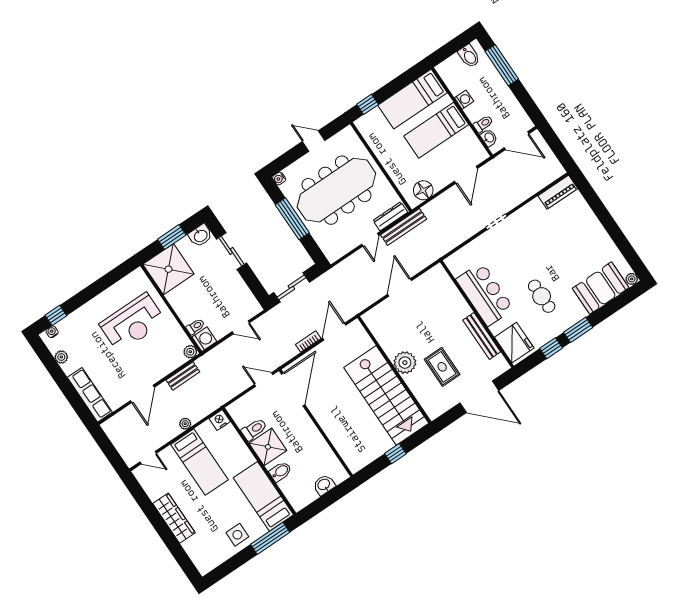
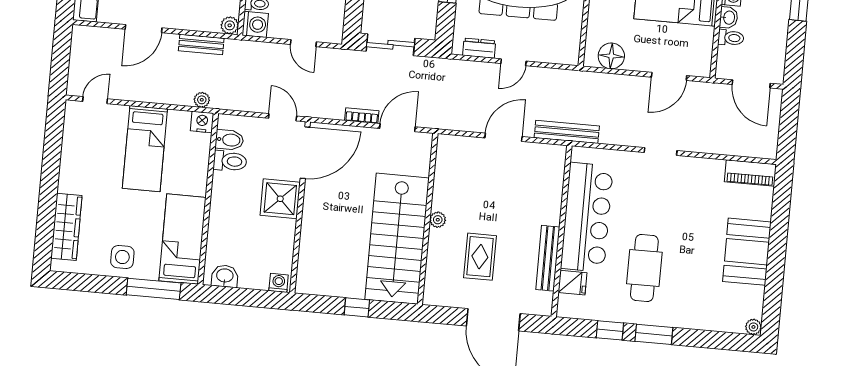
washbasin: (489, 138) -> (729, 18), moved
dresser: (390, 216) -> (479, 48), moved, width x0.70
bench: (404, 227) -> (567, 132), moved
booth: (601, 288) -> (747, 252), moved, turned 90
bar counter: (485, 294) -> (587, 217), width x1.36
cafe table: (542, 296) -> (644, 268), width x1.37, depth x1.35
fridge: (514, 343) -> (572, 283), width x0.53, depth x0.75
plant: (405, 363) -> (438, 220), width x0.53, depth x0.53
plant: (185, 424) -> (202, 100), moved
shower: (268, 447) -> (280, 199), moved
door: (148, 458) -> (95, 100), swing flipped
bidet: (280, 472) -> (229, 140), moved
washing machine: (339, 476) -> (279, 283), added
washbasin: (324, 485) -> (225, 276), moved
wardrobe: (174, 518) -> (66, 227), moved

